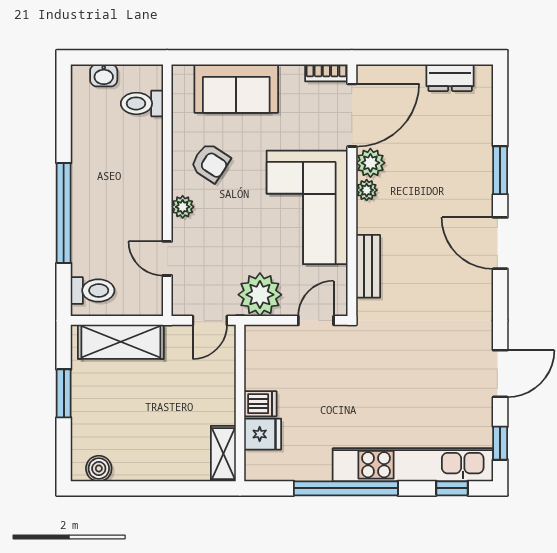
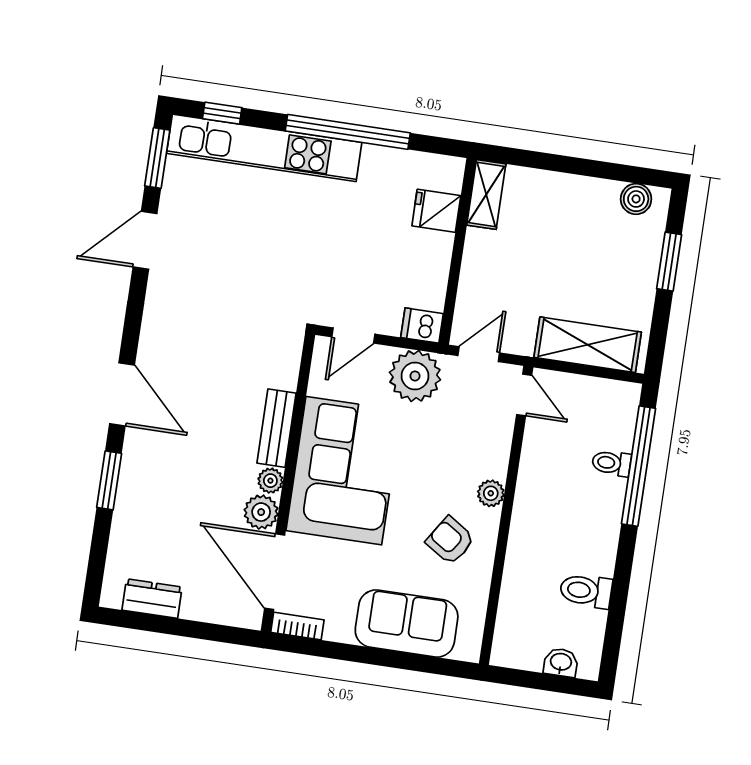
toilet: (142, 103) -> (586, 591), moved, turned 180
door: (352, 115) -> (275, 572), hinge flipped
window: (64, 213) -> (639, 466), moved
door: (167, 258) -> (524, 395), moved
bench: (368, 266) -> (277, 428), moved
toilet: (93, 290) -> (611, 463), moved, width x0.73, depth x0.72
window: (64, 393) -> (669, 262), moved
dishwasher: (260, 404) -> (422, 326), moved
window: (500, 443) -> (157, 158), width x1.50

